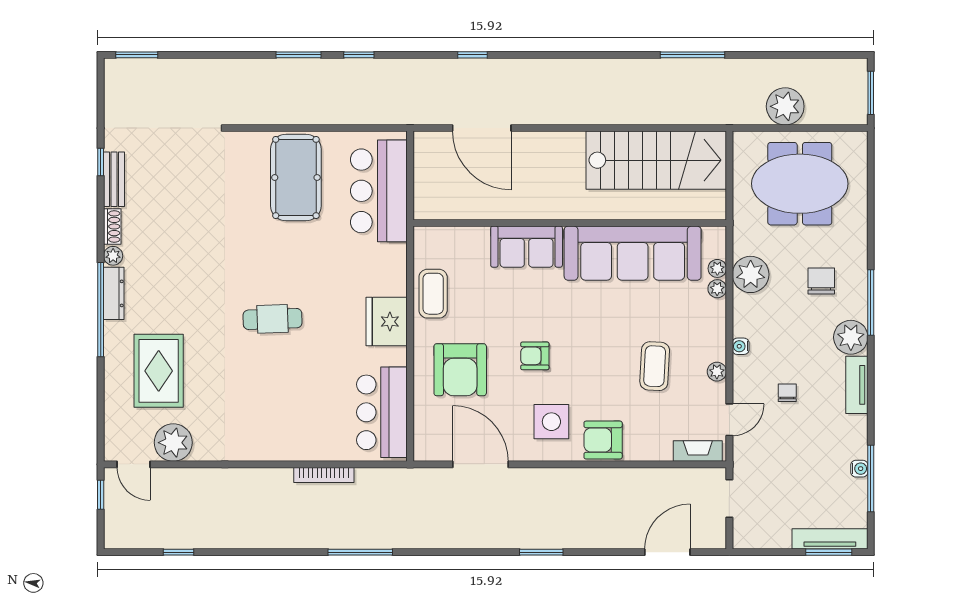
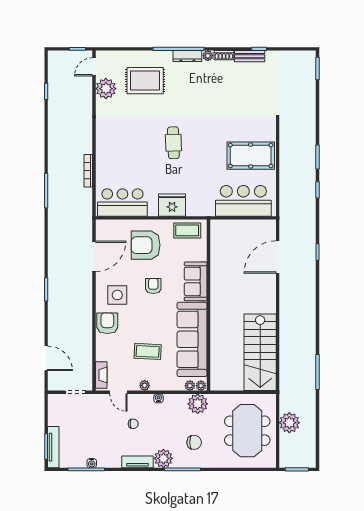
wall: (570, 223) -> (208, 305), moved
sofa: (527, 247) -> (196, 281), moved
sofa: (633, 253) -> (192, 339), moved

